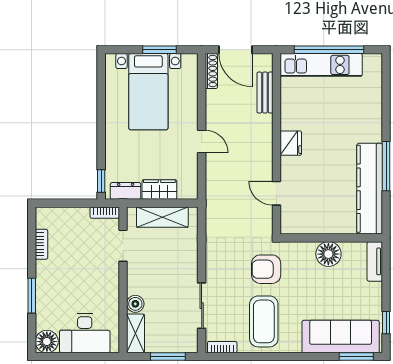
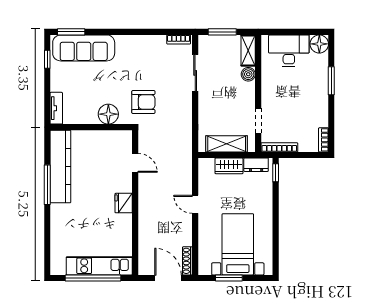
bench: (265, 93) -> (144, 244), removed
bookcase: (105, 213) -> (279, 147), width x1.56
bookcase: (41, 244) -> (324, 140), moved
floor lamp: (328, 254) -> (108, 114), moved
coffee table: (264, 321) -> (145, 60), removed

